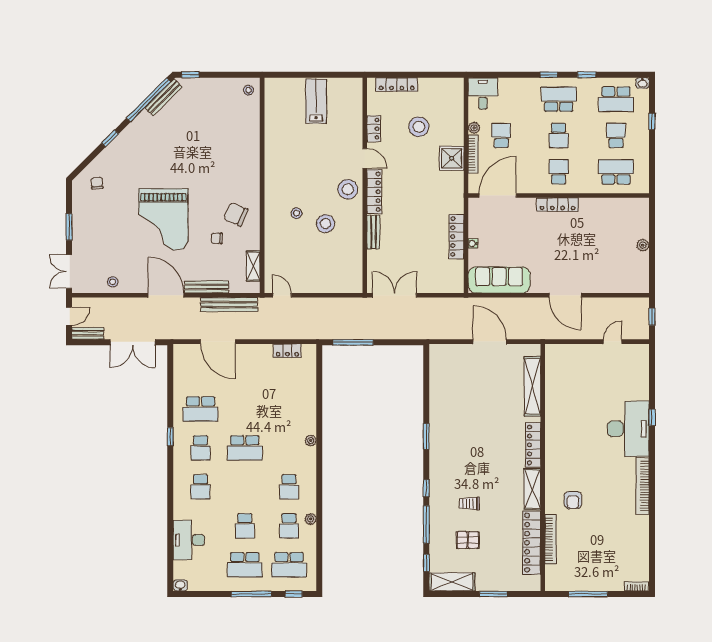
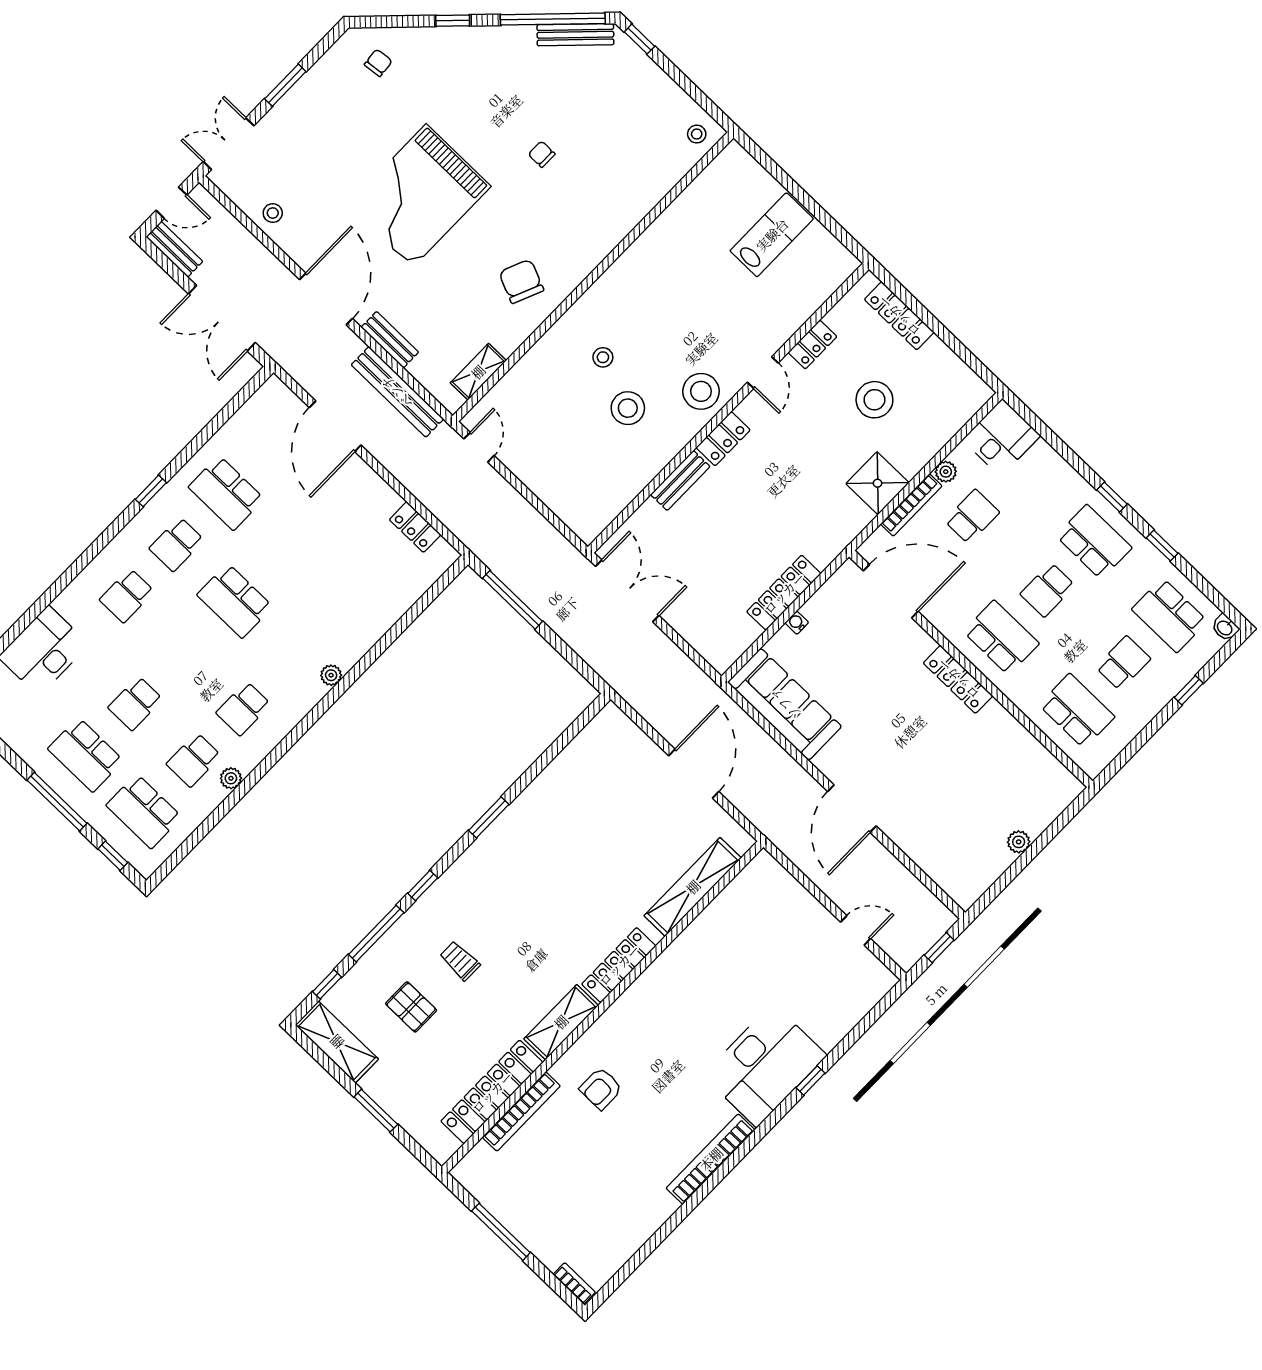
school desk: (559, 172) -> (1001, 638), width x1.85
locker: (374, 192) -> (723, 439), width x0.66
chair: (217, 238) -> (542, 154), moved
bench: (206, 287) -> (390, 340), width x0.73

